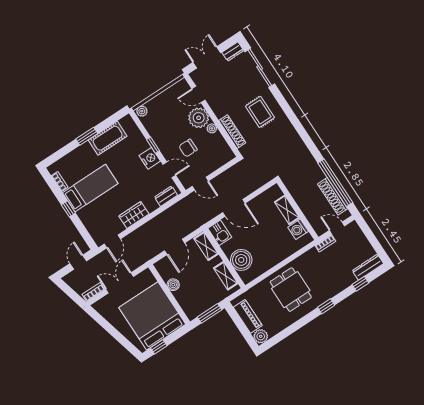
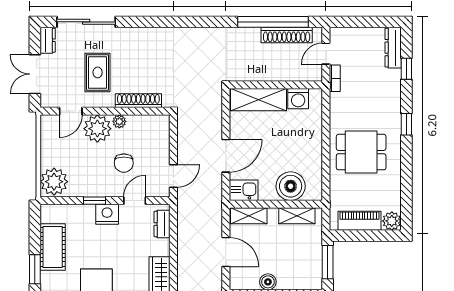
plant: (142, 111) -> (54, 182), width x1.88, depth x1.88
rug: (260, 112) -> (98, 72), moved, turned 90
shelving: (287, 210) -> (259, 100), width x1.50, depth x1.33

